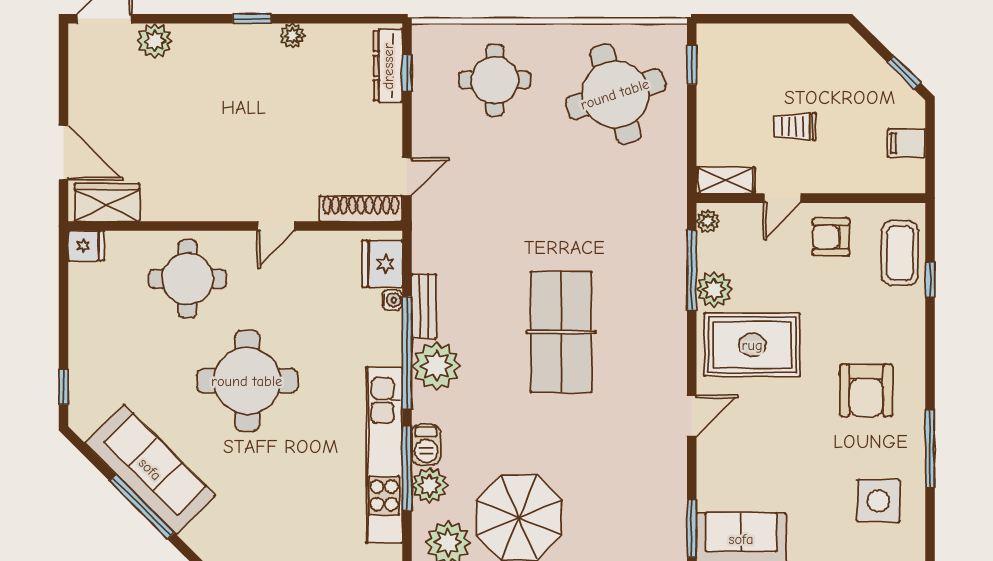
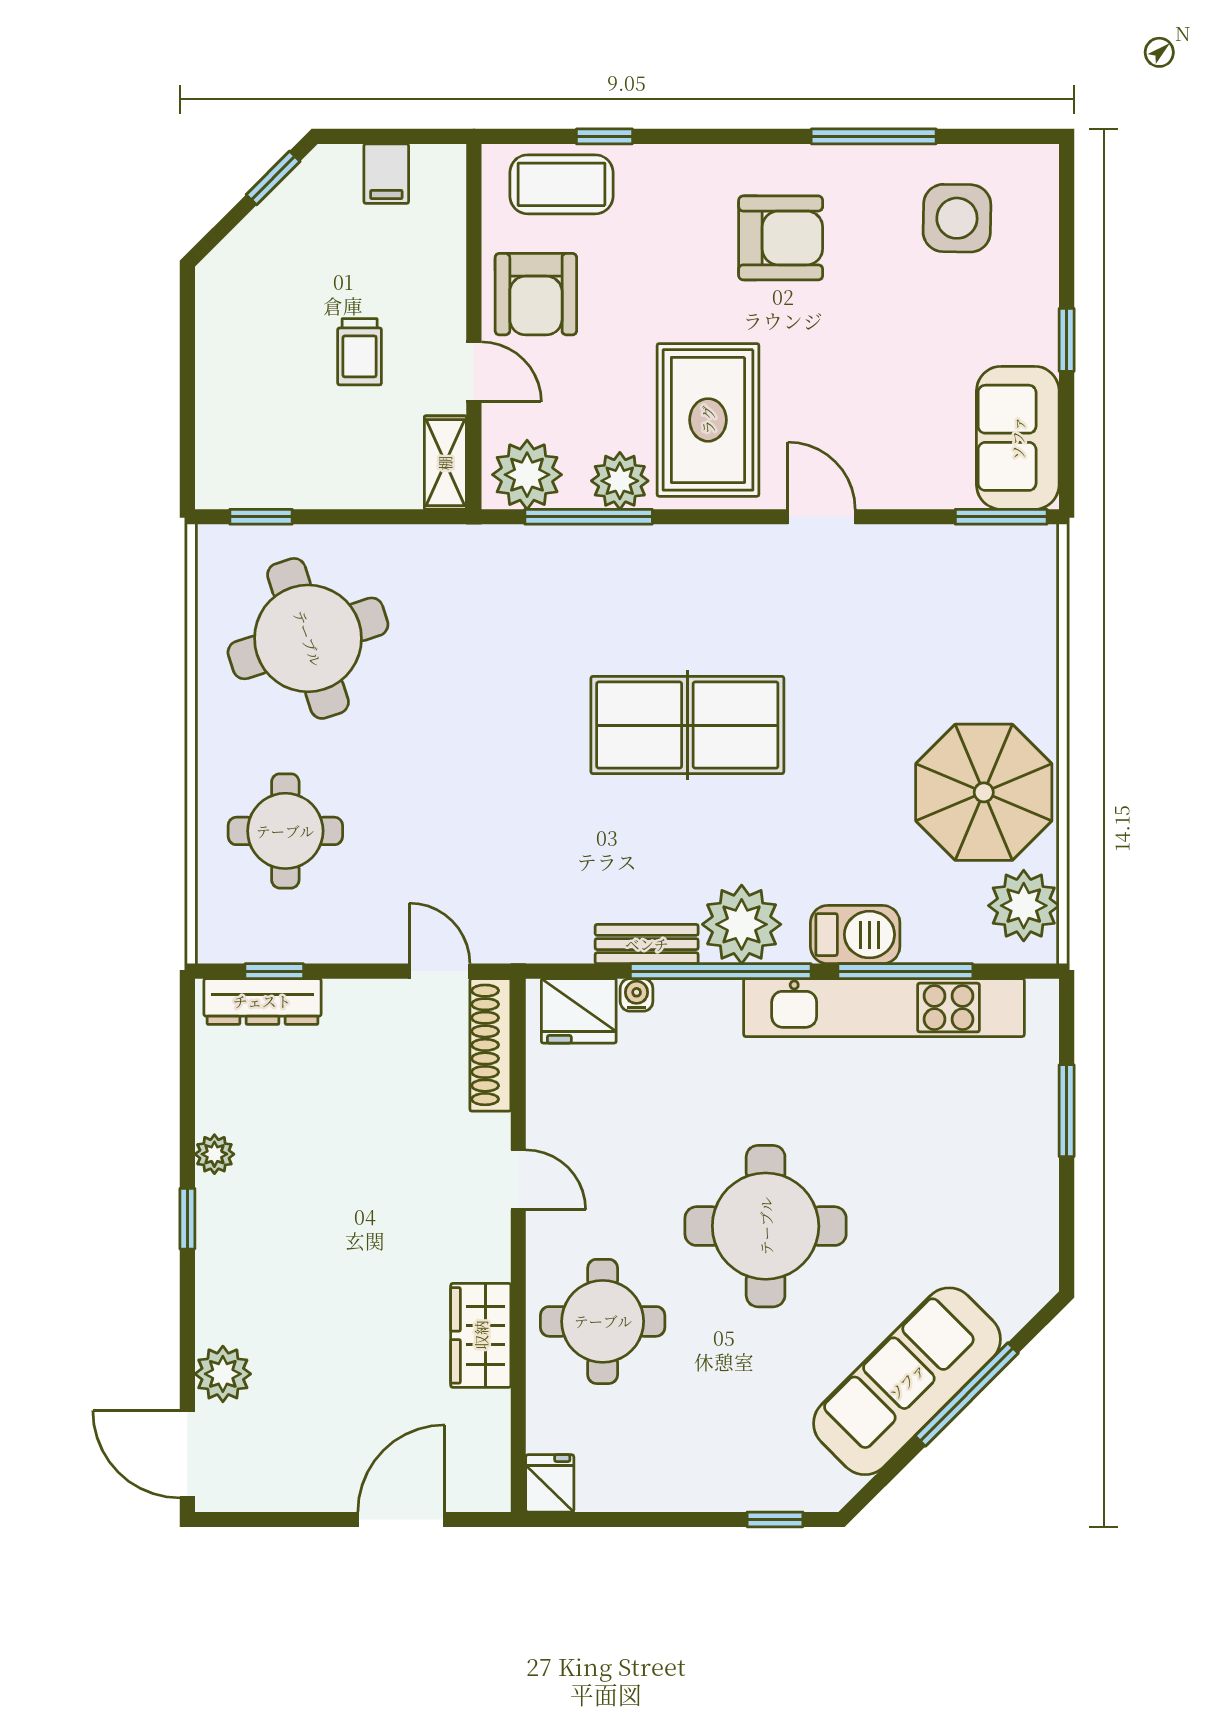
wardrobe: (107, 202) -> (481, 1335), moved
plant: (708, 221) -> (527, 475), width x1.88, depth x1.88
armchair: (831, 237) -> (536, 294), width x1.38, depth x1.38
barbecue: (426, 445) -> (855, 935), width x1.38, depth x1.27
plant: (430, 485) -> (932, 935), removed

